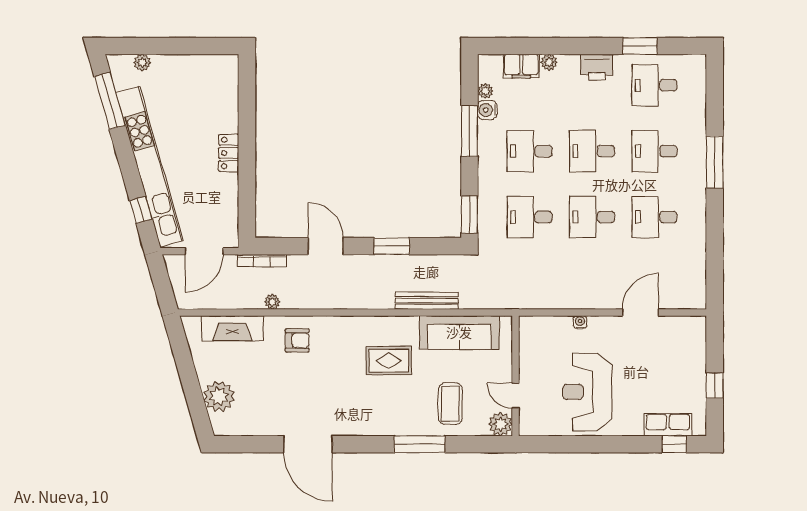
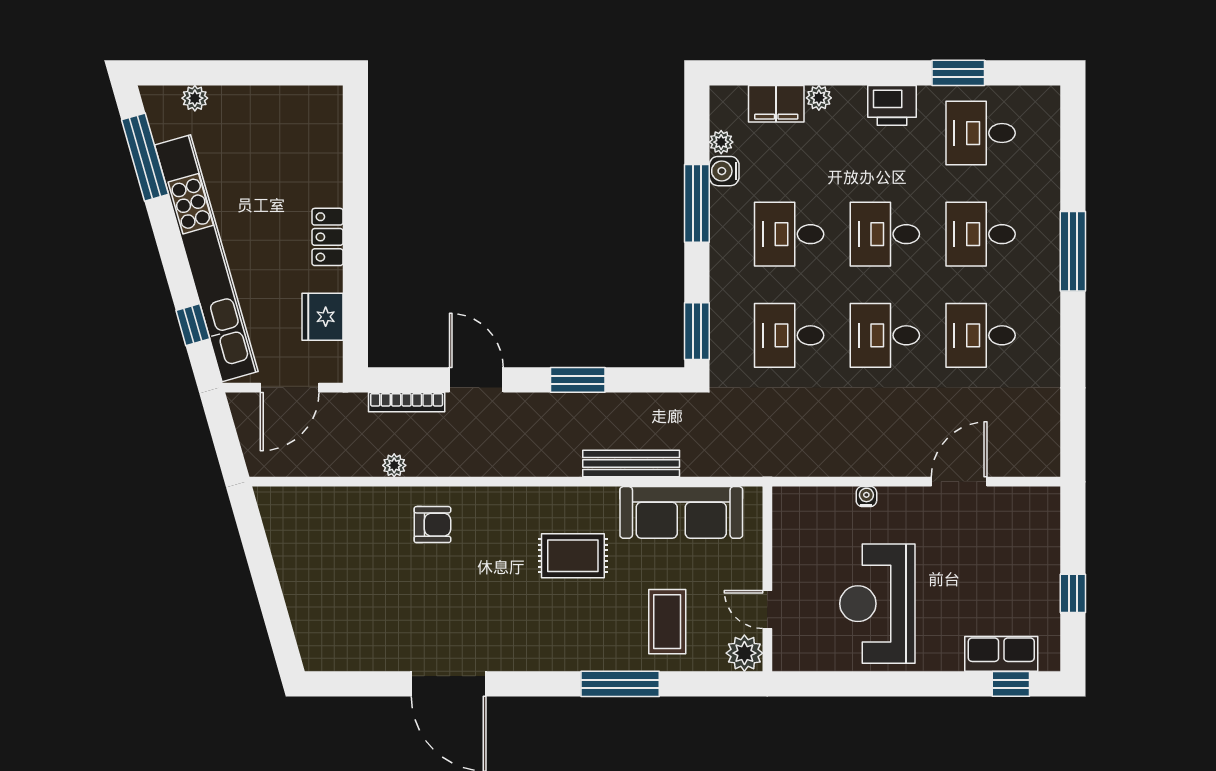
fridge: (225, 205) -> (322, 317), added
bookcase: (262, 261) -> (407, 402), moved
fireplace: (232, 328) -> (333, 506), removed
plant: (219, 396) -> (312, 610), removed

